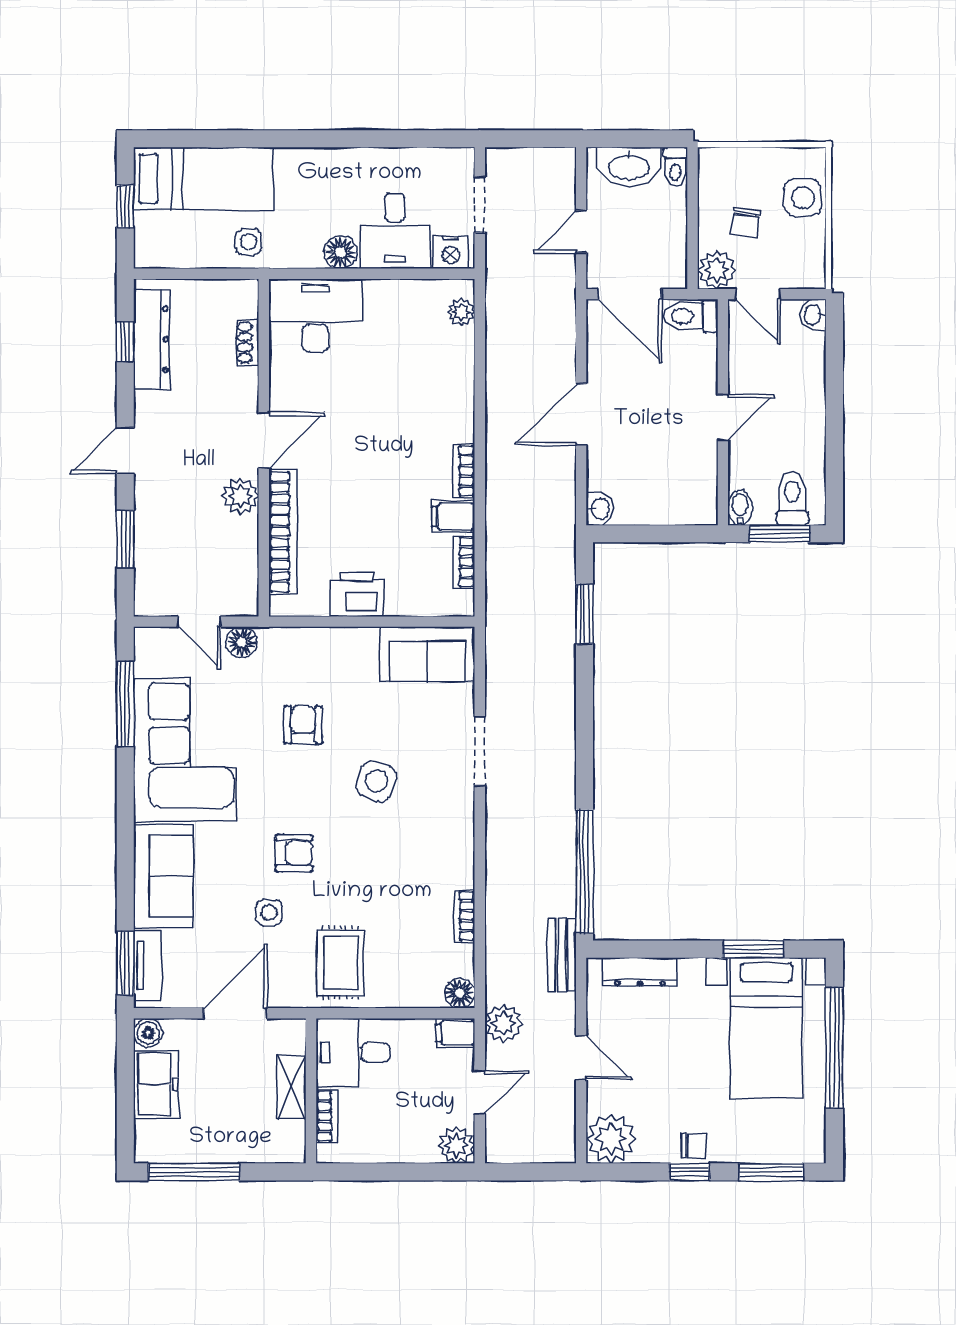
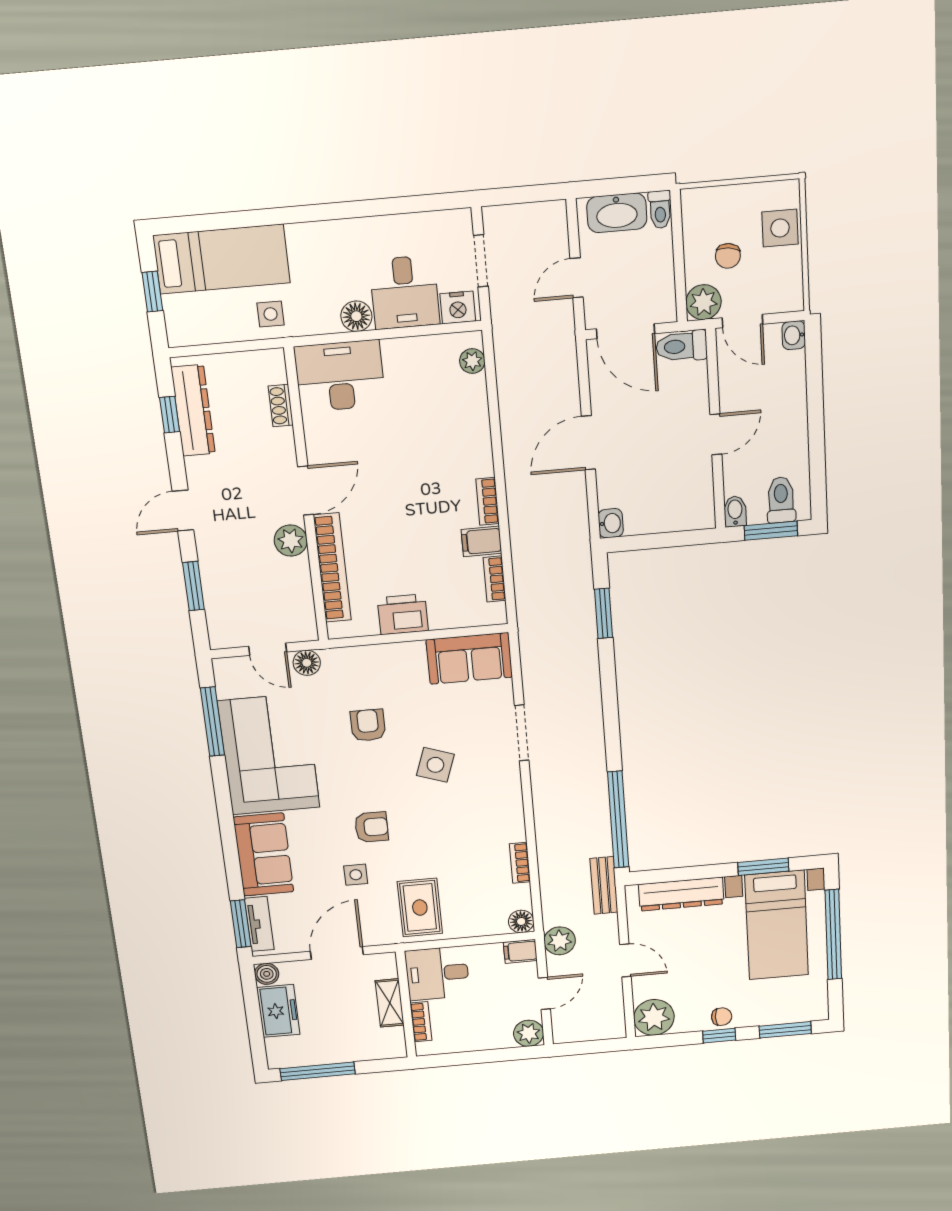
dresser: (640, 972) -> (681, 894), width x1.37, depth x1.24

